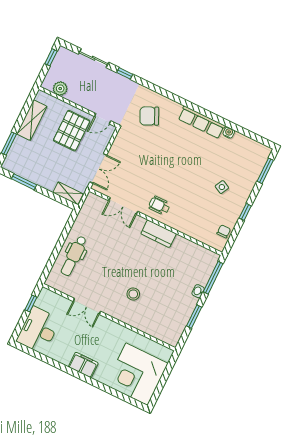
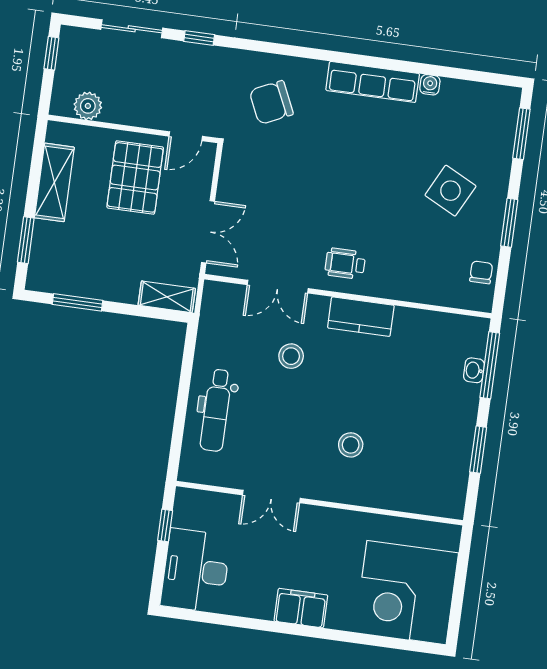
side table: (222, 187) -> (450, 191), width x1.87, depth x1.87
window: (245, 212) -> (509, 223), width x1.50
stool: (119, 242) -> (291, 356), added
washbasin: (198, 291) -> (474, 370), moved

